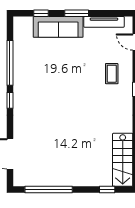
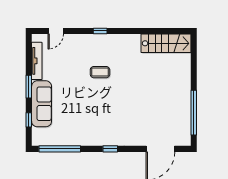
window: (10, 63) -> (60, 149), moved
coffee table: (112, 74) -> (100, 72), moved
window: (107, 189) -> (194, 58), removed

